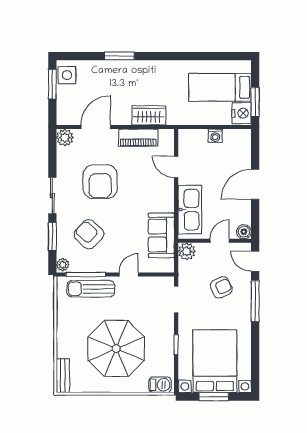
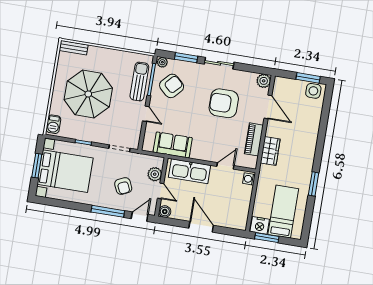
window: (119, 56) -> (314, 184), moved
washing machine: (215, 136) -> (249, 179), moved
armchair: (89, 234) -> (172, 86), moved
plant: (187, 251) -> (155, 174), moved

